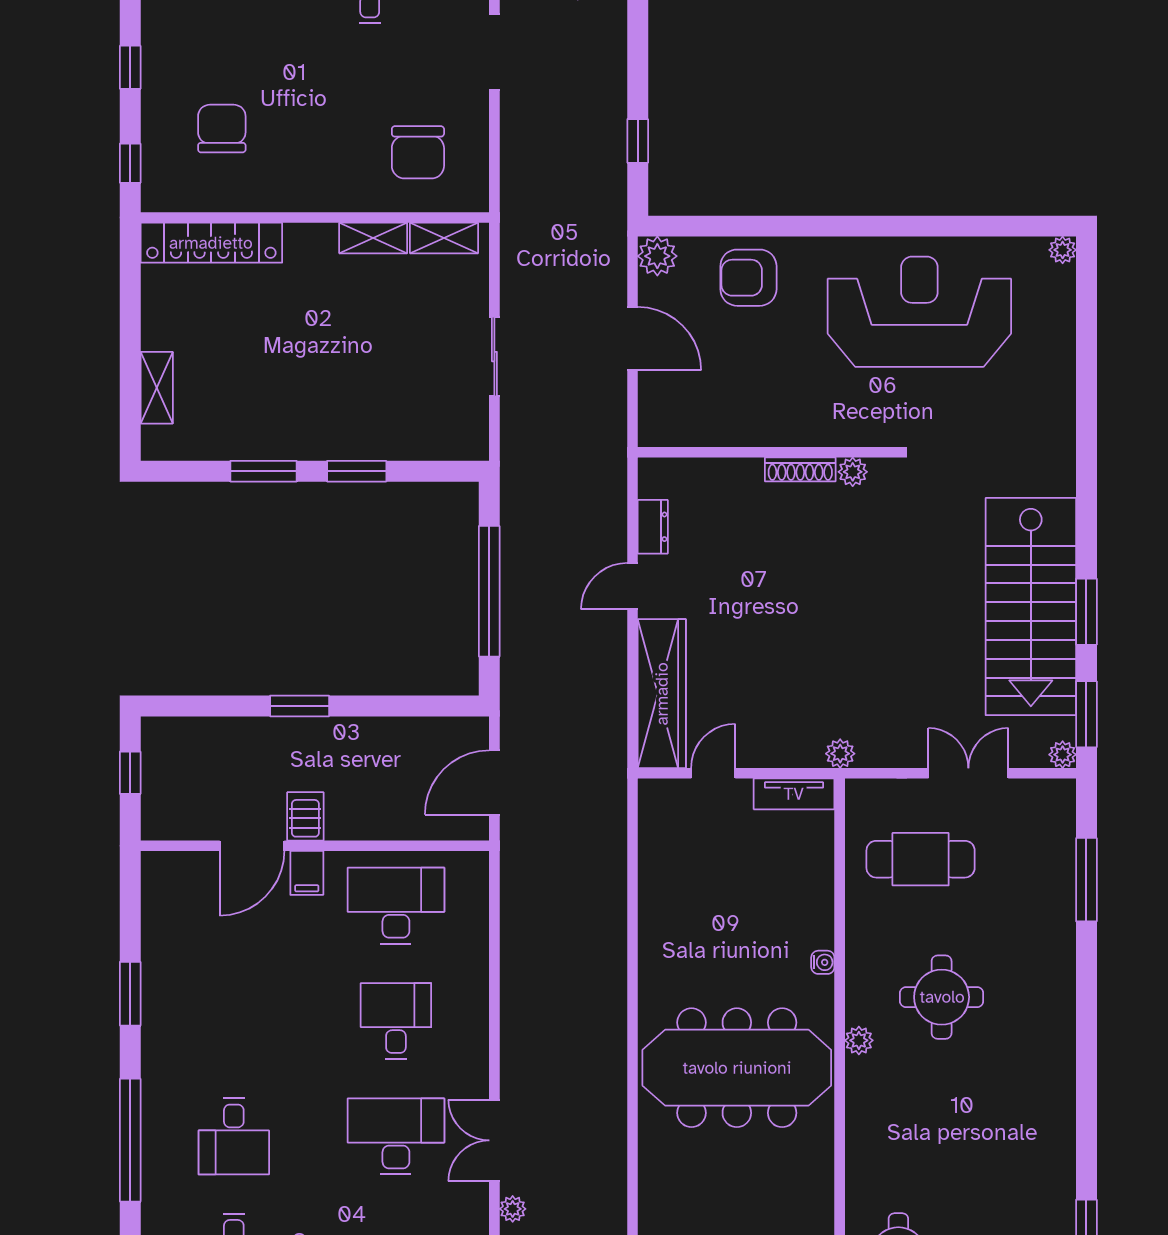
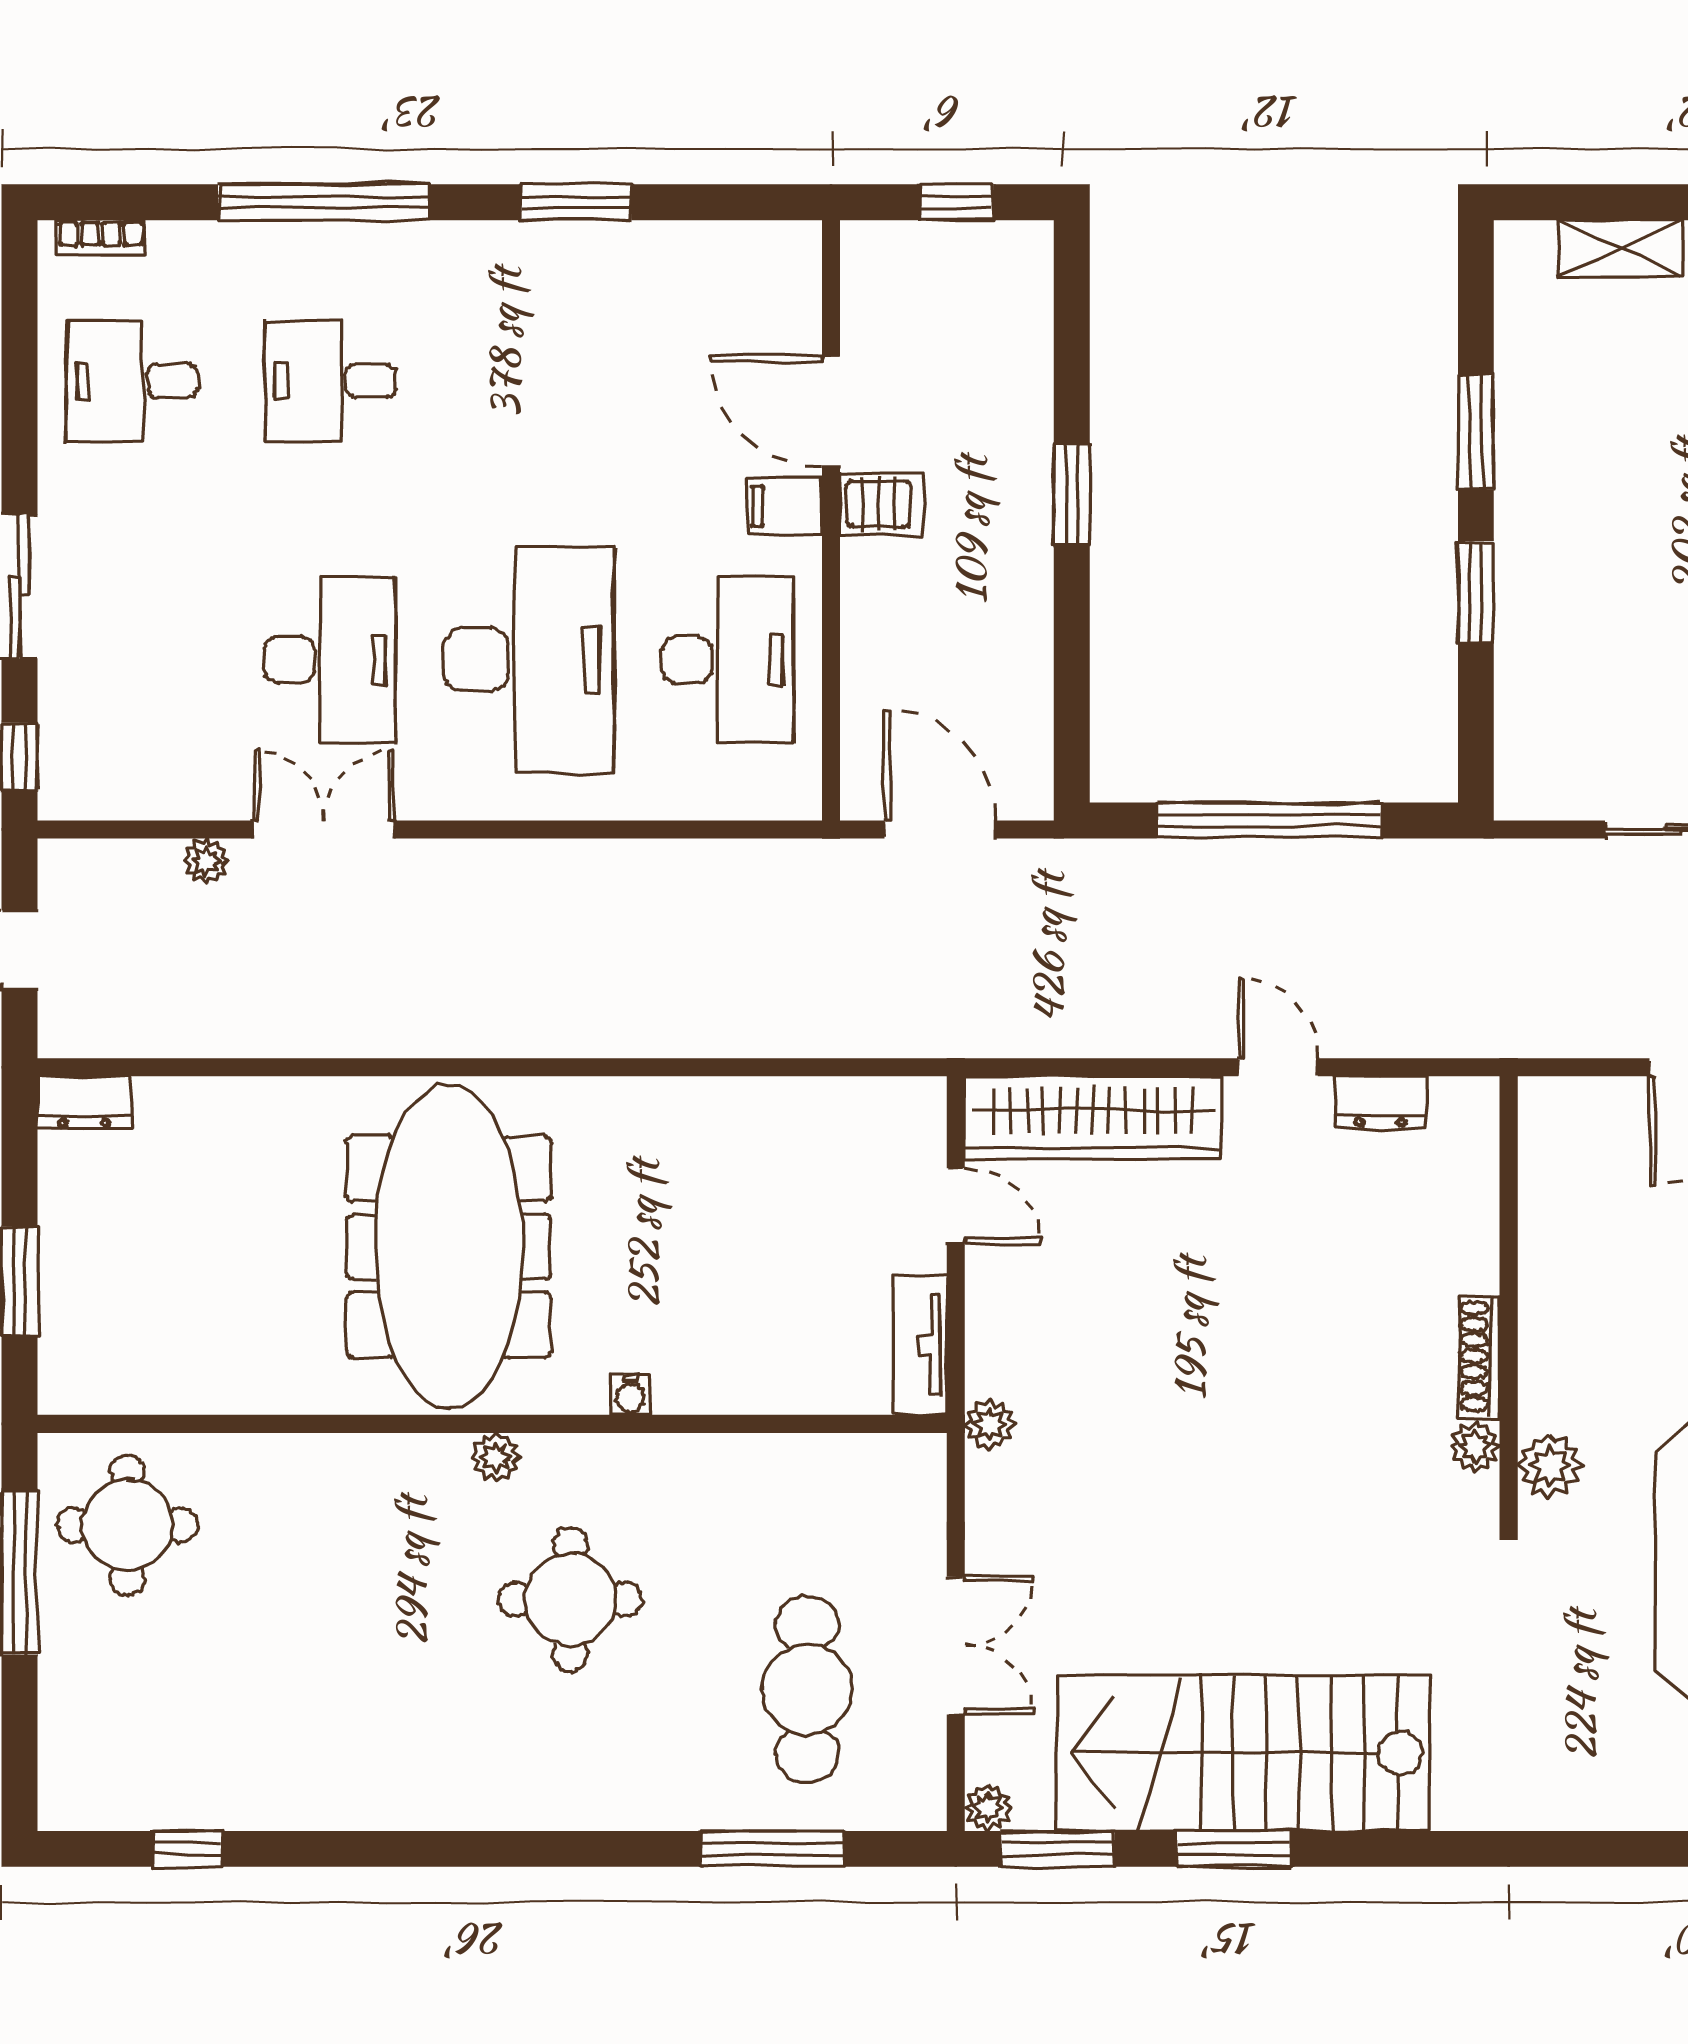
plant: (864, 429) -> (1549, 1466), added
cafe table: (921, 859) -> (807, 1689), moved
desk: (396, 1021) -> (529, 660), width x1.87, depth x1.30

